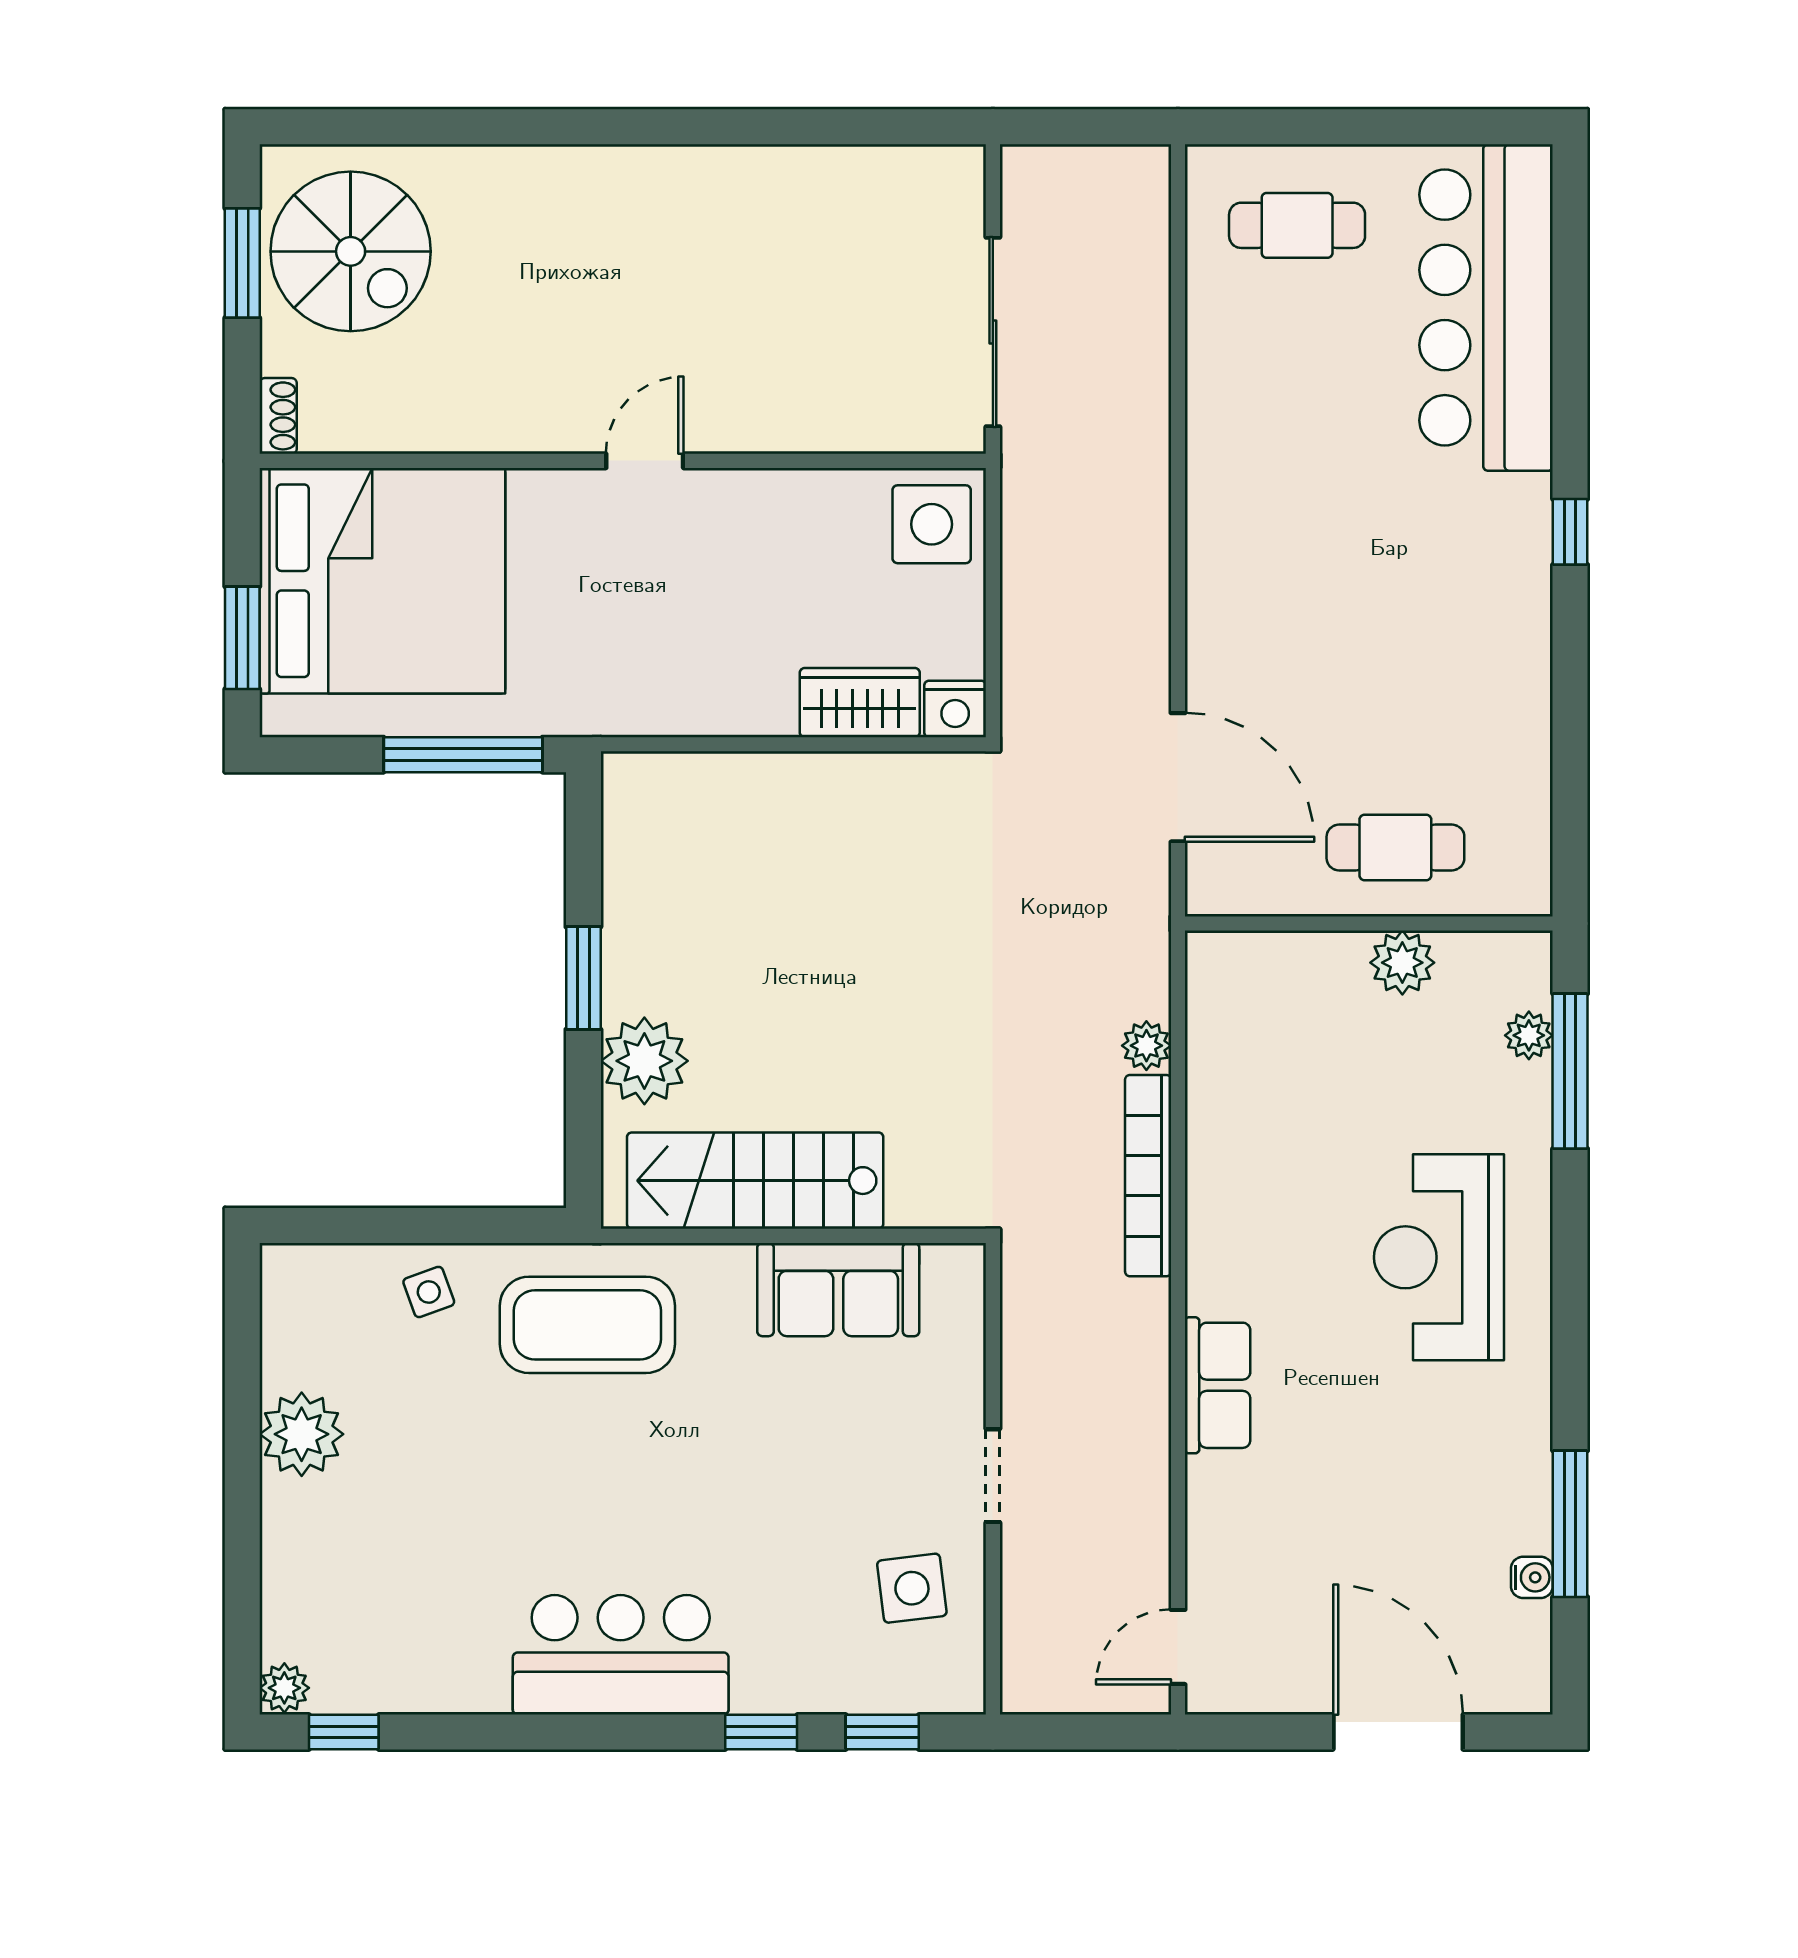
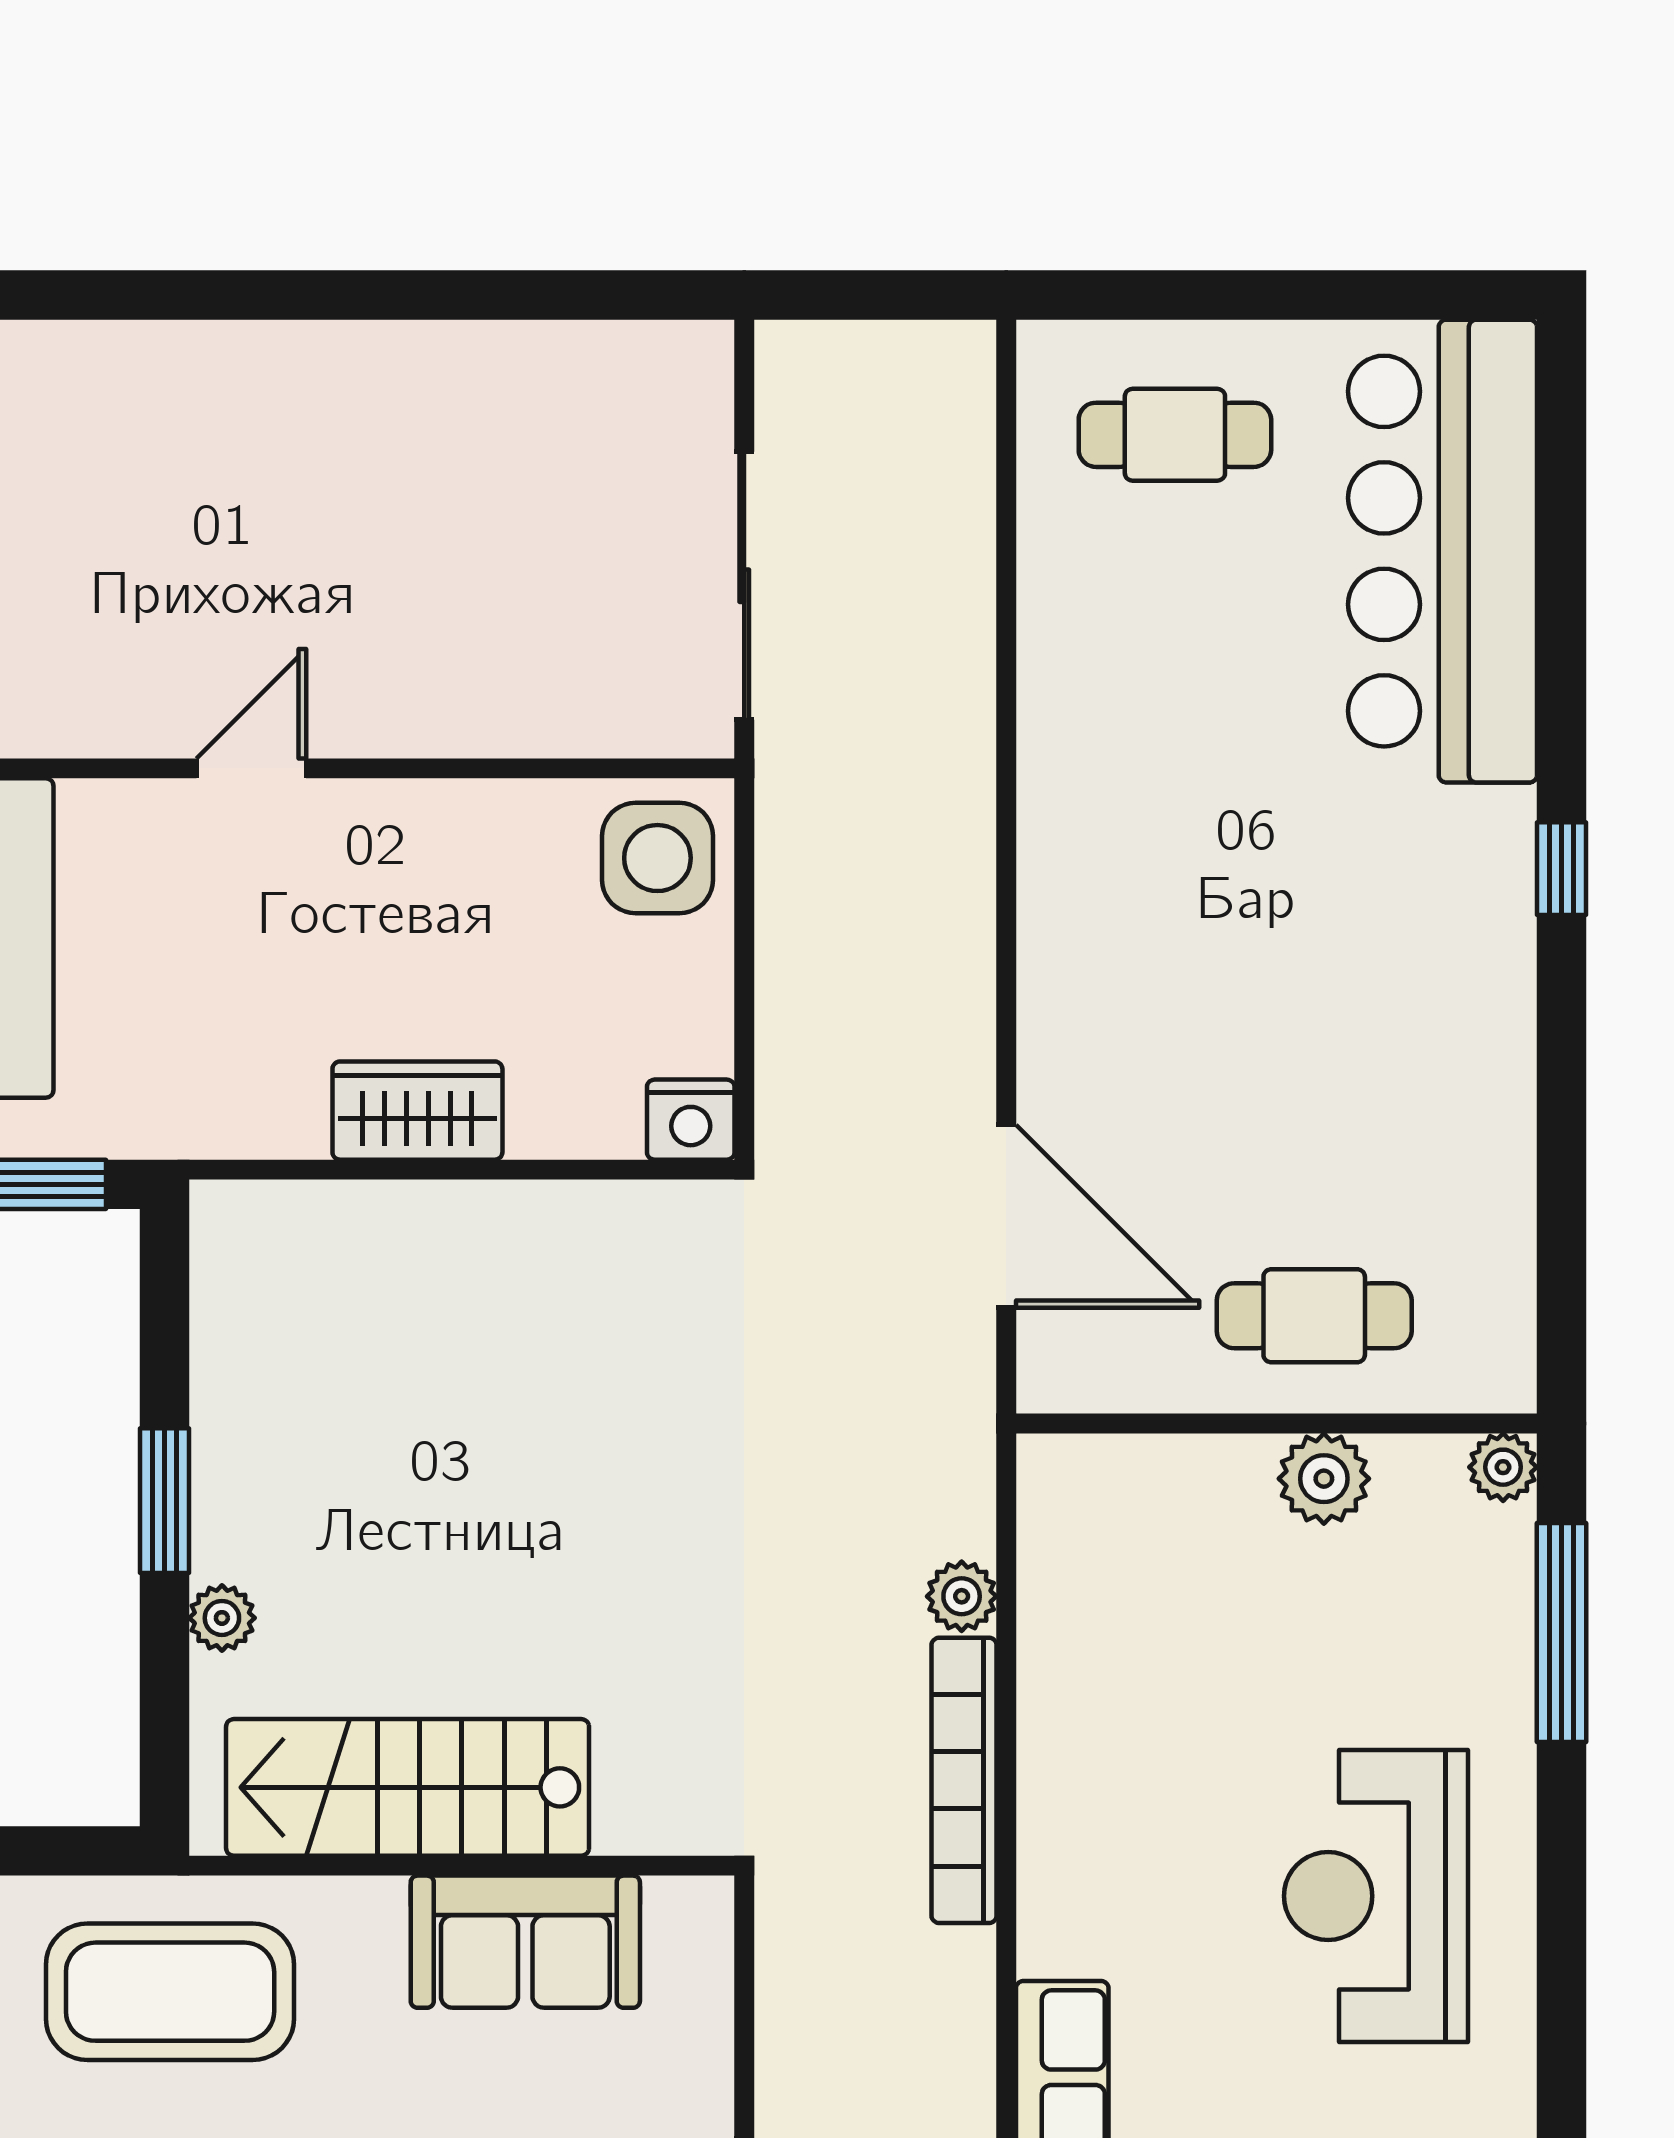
wardrobe: (860, 703) -> (417, 1111), moved
plant: (1529, 1035) -> (1503, 1467), moved
plant: (644, 1061) -> (222, 1618), width x0.53, depth x0.53

